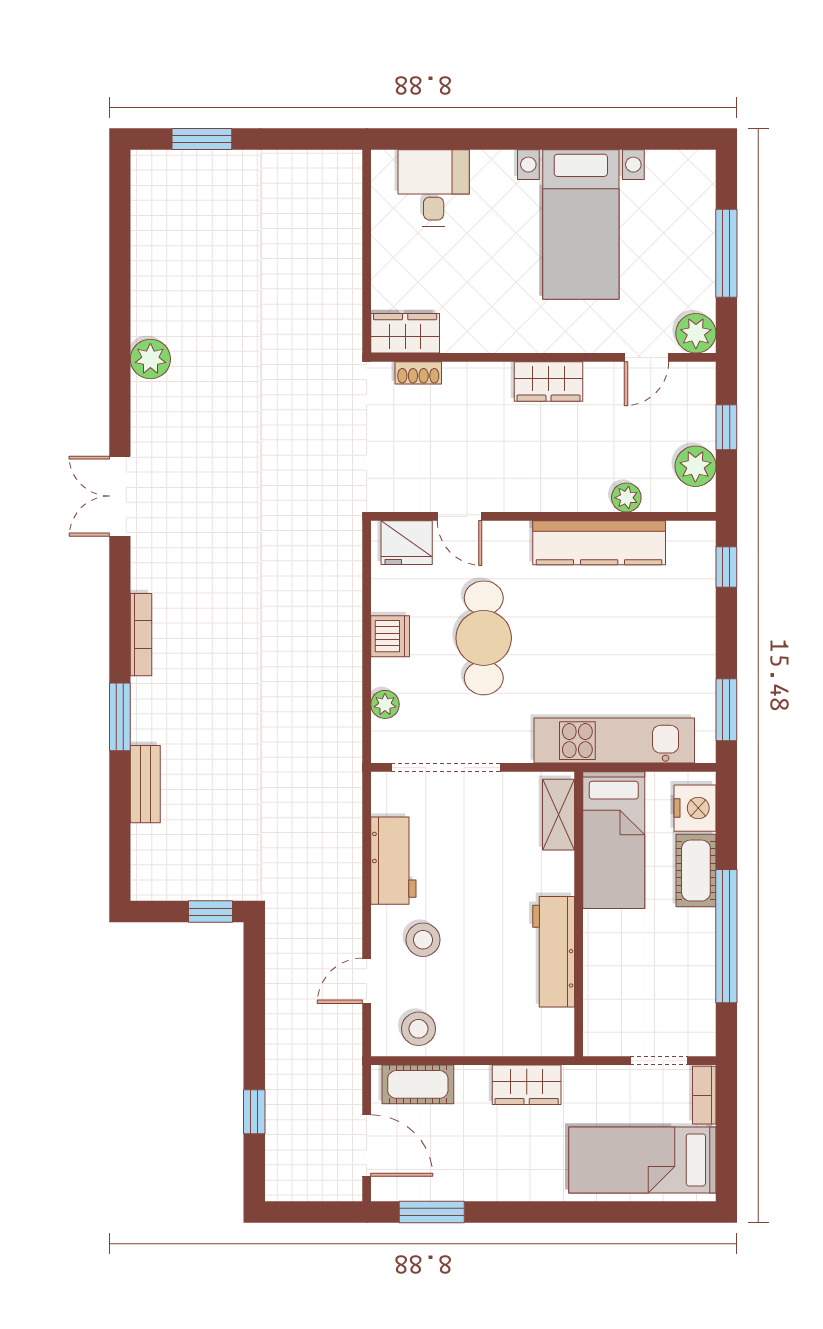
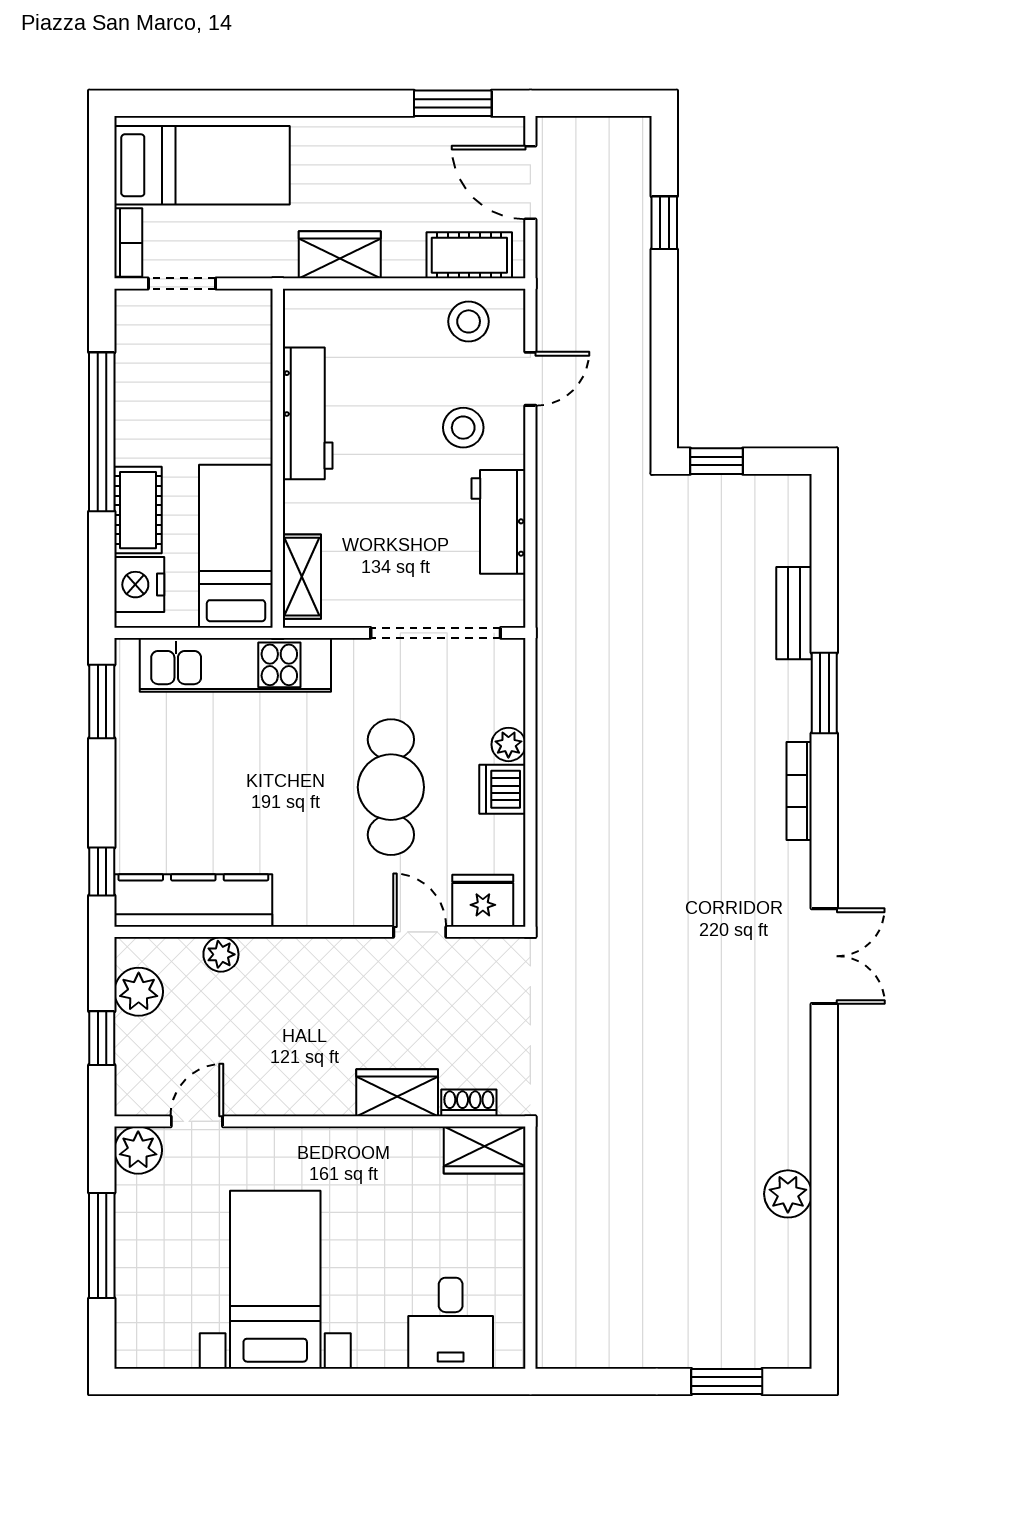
plant: (150, 359) -> (788, 1194), moved
wardrobe: (548, 381) -> (397, 1093), moved
kitchen counter: (599, 543) -> (193, 901), moved
plant: (385, 704) -> (508, 744), moved

